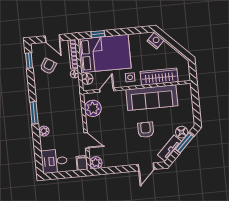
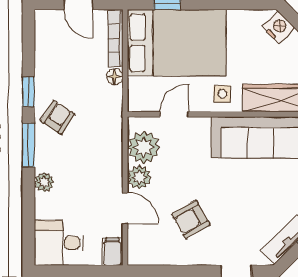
window: (29, 60) -> (29, 92), moved
armchair: (48, 66) -> (58, 117), moved
floor lamp: (87, 79) -> (138, 89), removed
armchair: (146, 130) -> (191, 219), moved, turned -120
plant: (96, 163) -> (139, 177), moved

